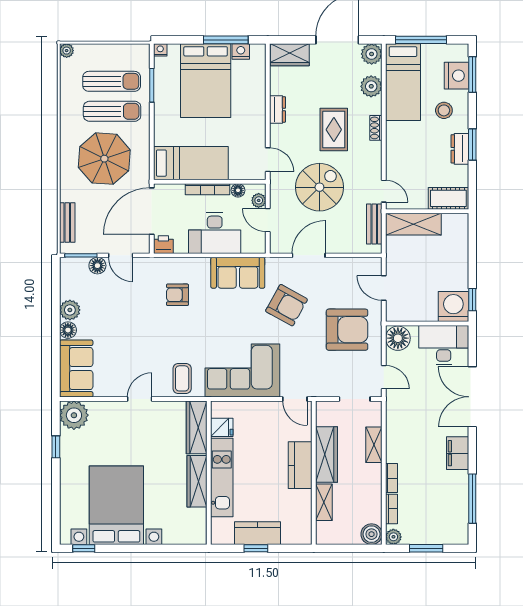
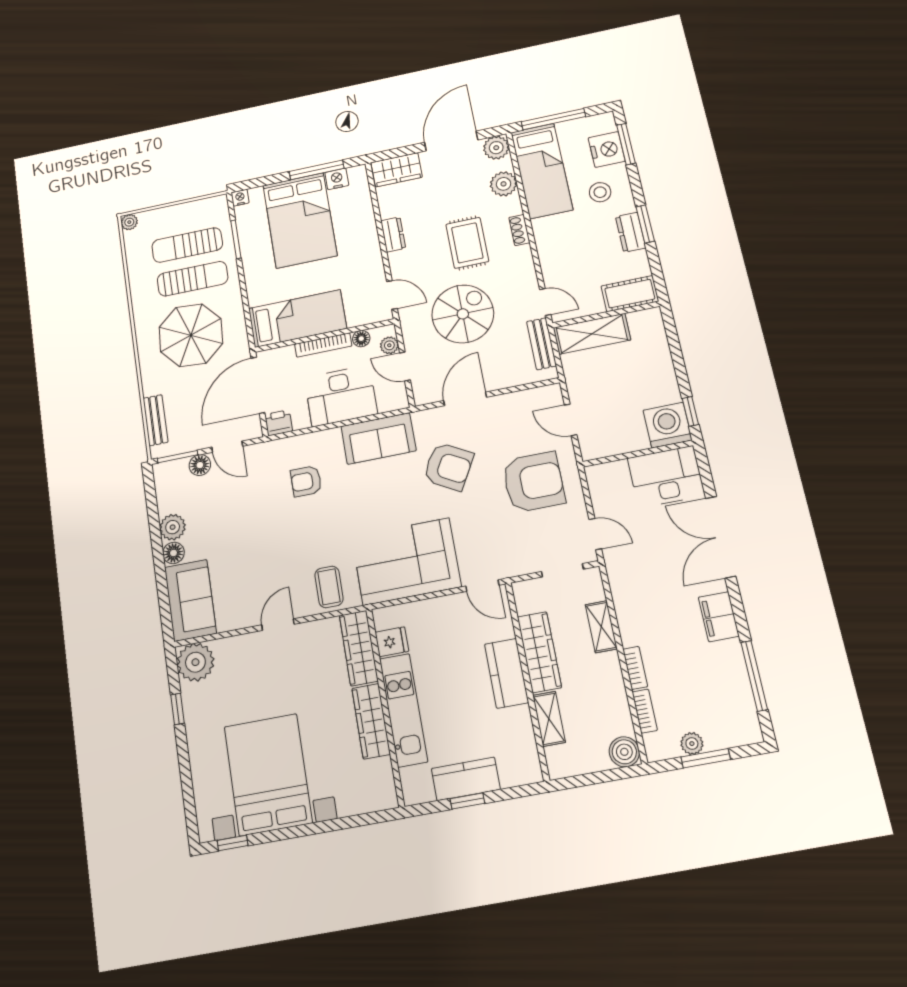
sun lounger: (112, 81) -> (187, 245), turned 180
floor lamp: (398, 338) -> (603, 480), removed
plant: (393, 537) -> (692, 744), moved

